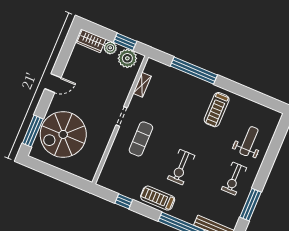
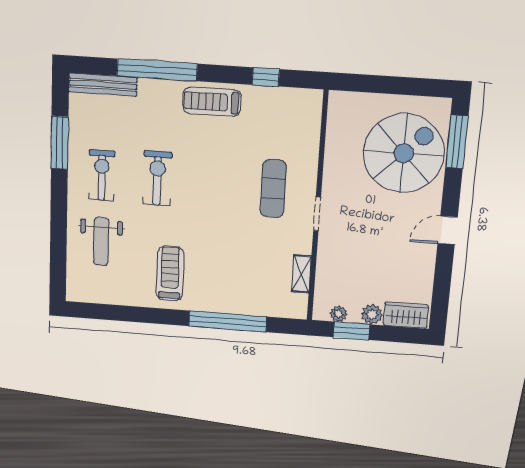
plant: (127, 58) -> (339, 314), width x0.53, depth x0.53
exercise bike: (181, 167) -> (157, 178), moved
treadmill: (158, 198) -> (212, 102), turned 180

